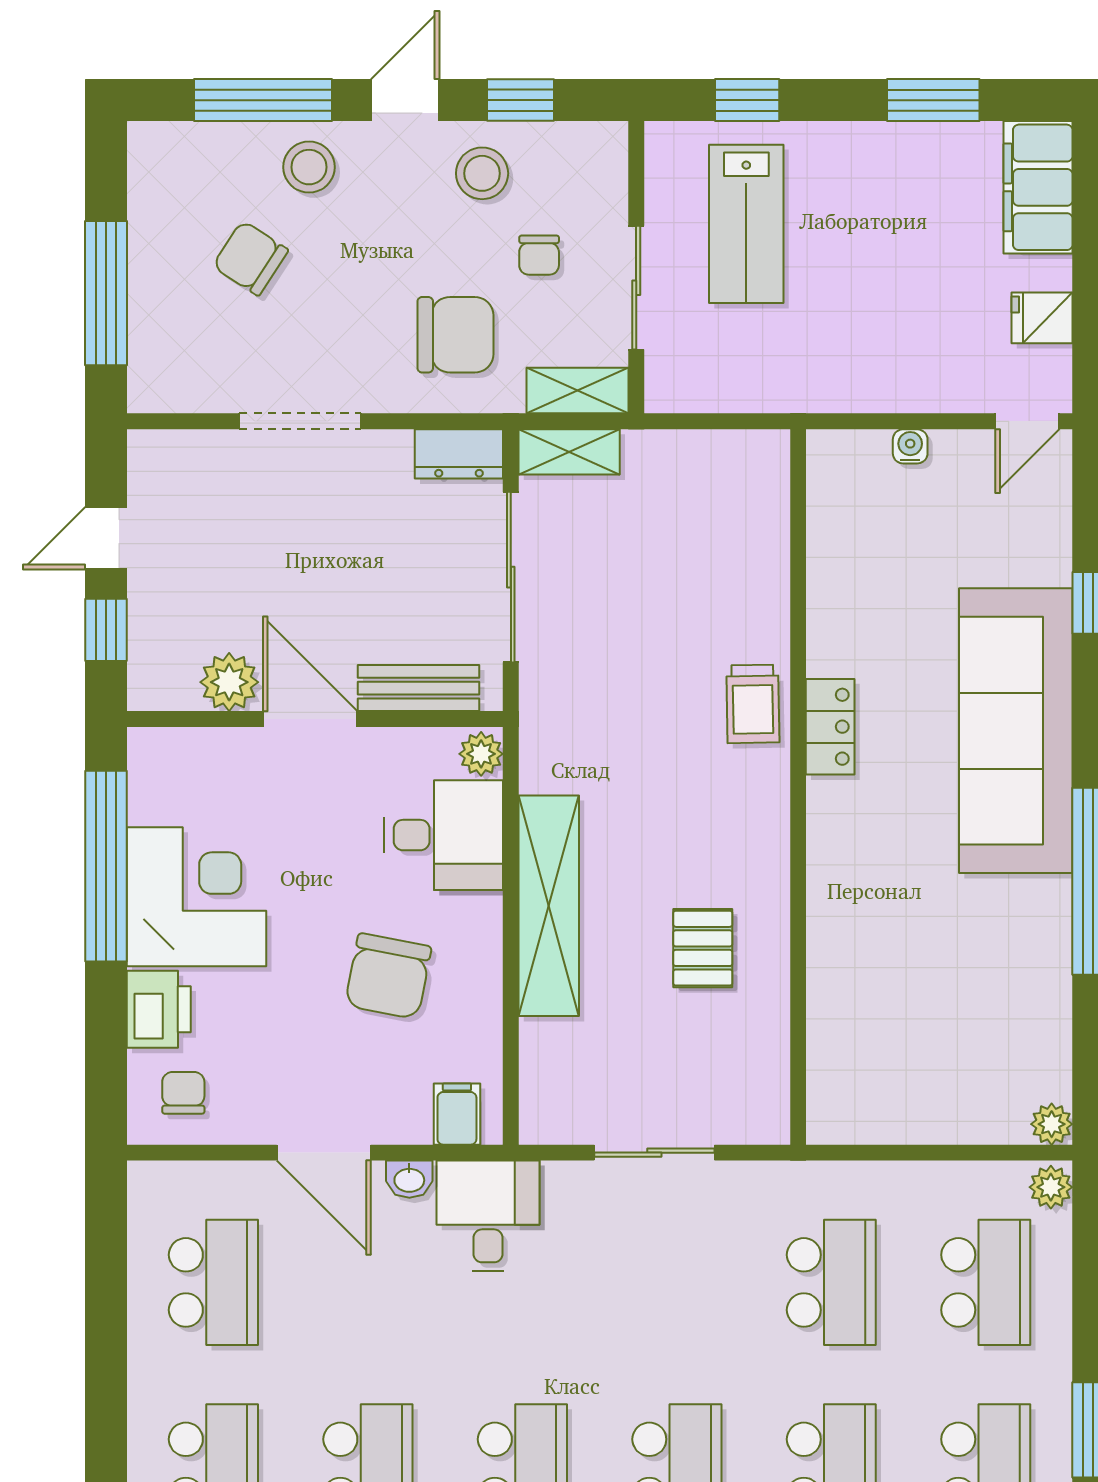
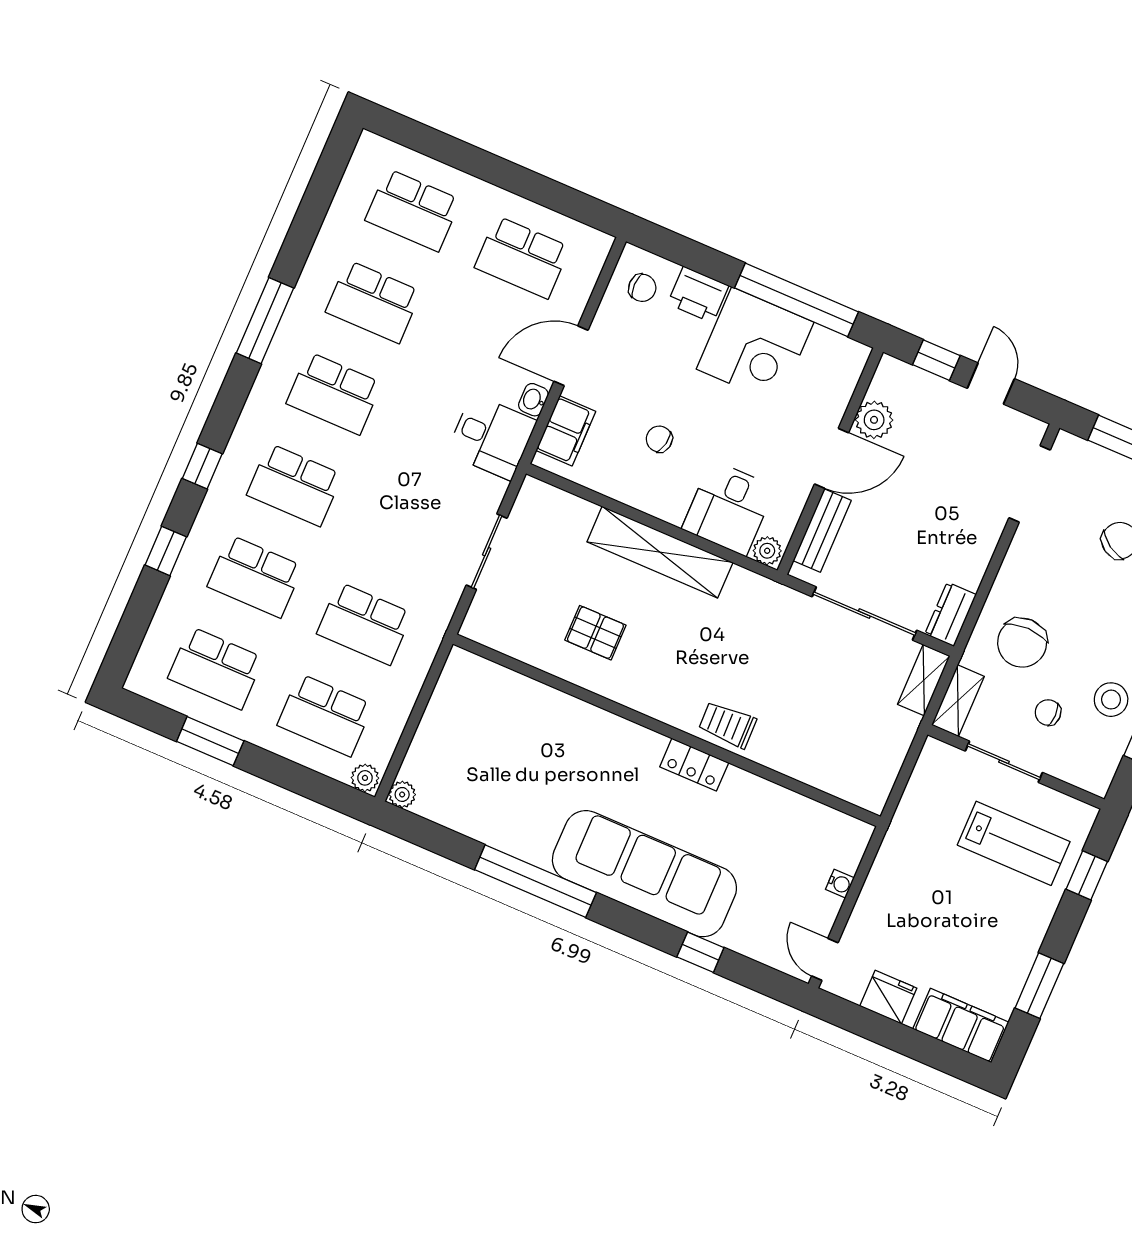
lab bench: (746, 224) -> (1014, 843), turned 180
fridge: (1042, 318) -> (888, 997), width x1.38
doorway: (300, 421) -> (1030, 484), moved
chair: (388, 976) -> (659, 439), width x0.54, depth x0.54
filing cabinet: (457, 1114) -> (566, 431), width x2.00

